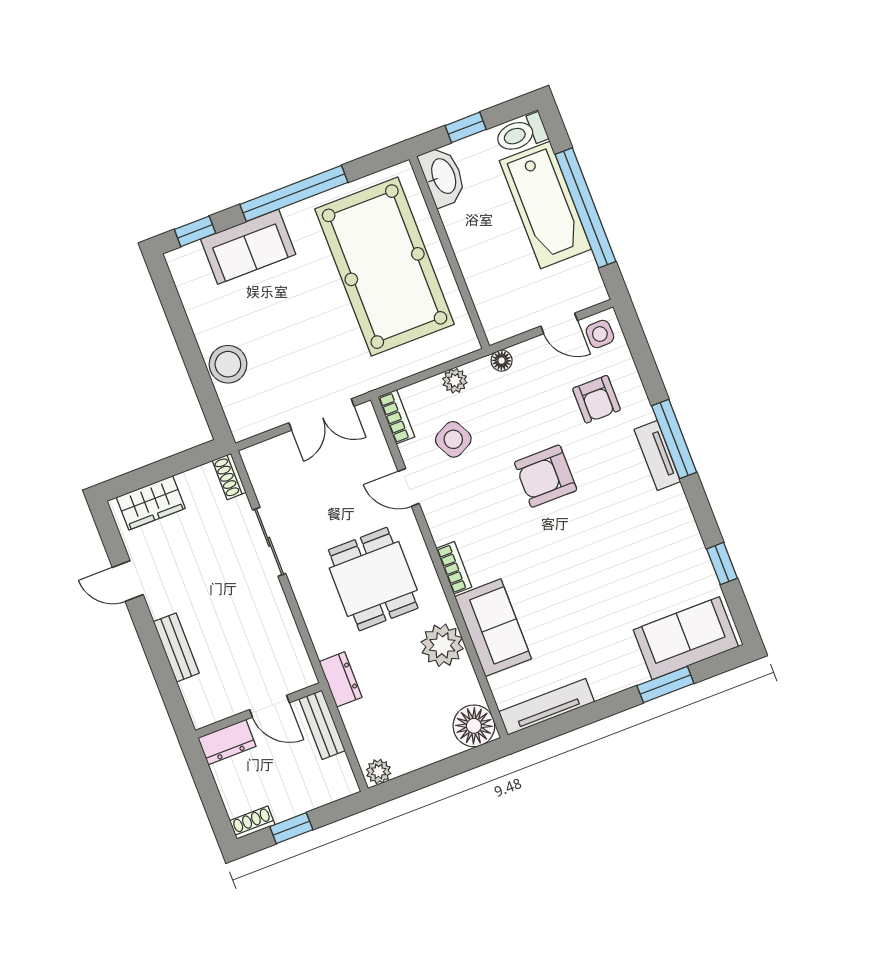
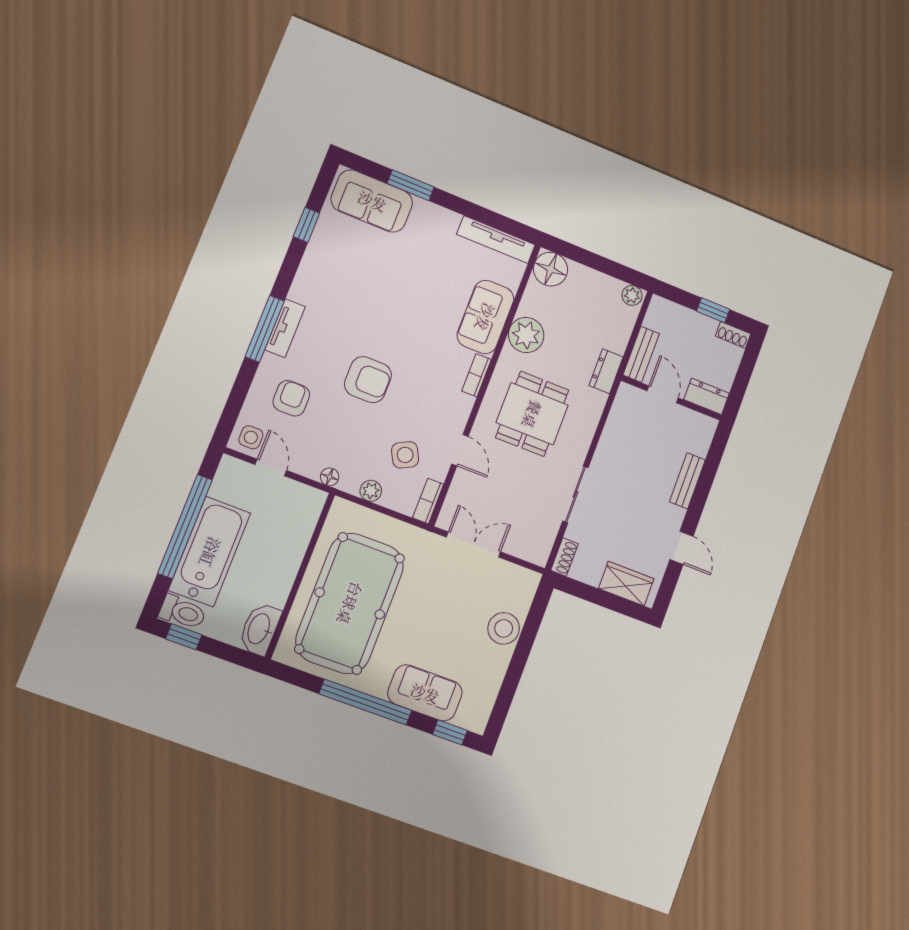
window: (466, 127) -> (184, 637), moved

